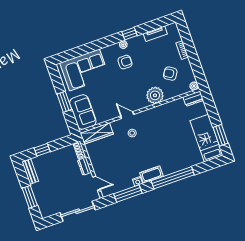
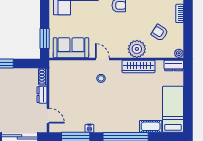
window: (64, 102) -> (45, 38), moved
sofa: (83, 112) -> (71, 48), moved, turned -90
wardrobe: (97, 134) -> (139, 66), moved
window: (220, 135) -> (188, 111), removed
cot: (151, 175) -> (151, 126), moved

